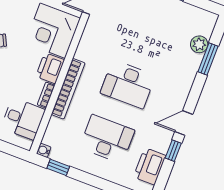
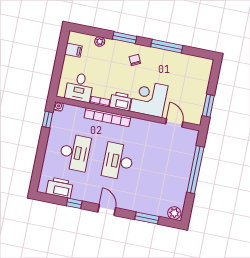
plant: (199, 44) -> (174, 213), moved
door: (184, 123) -> (107, 210), moved

